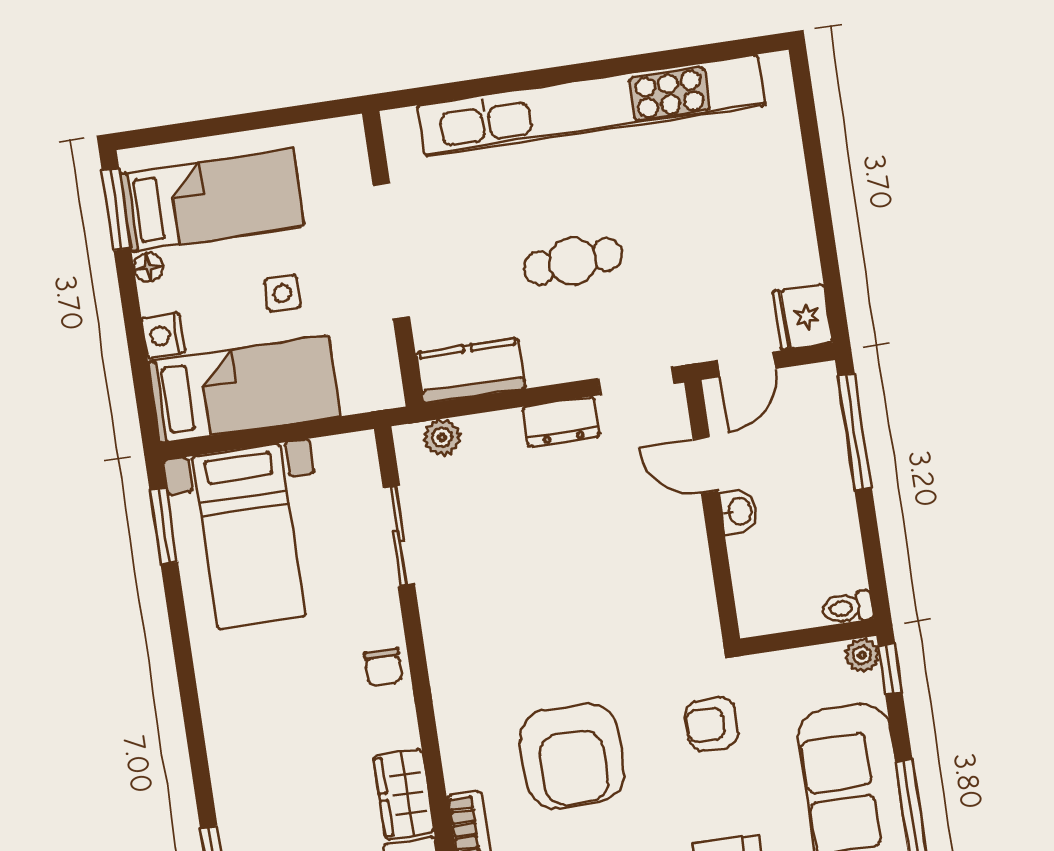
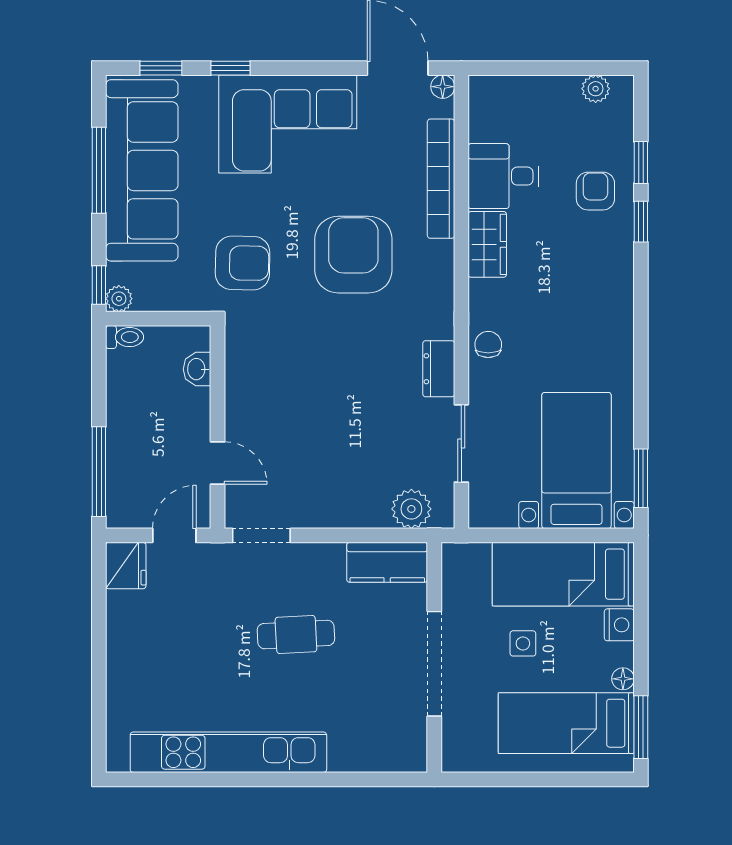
kitchen unit: (591, 106) -> (228, 752), width x0.73
dresser: (561, 422) -> (439, 369), moved, turned -90
plant: (442, 437) -> (411, 509), width x1.38, depth x1.38
washbasin: (739, 511) -> (197, 369), moved
armchair: (712, 724) -> (243, 263), width x1.38, depth x1.38

